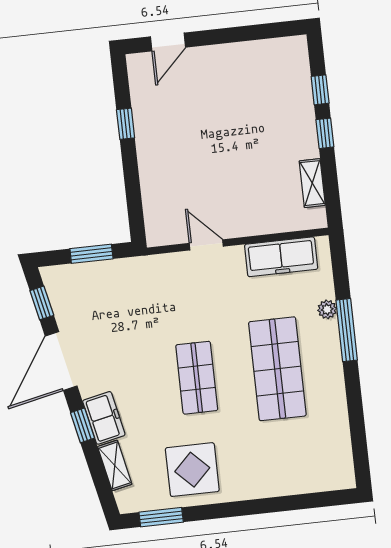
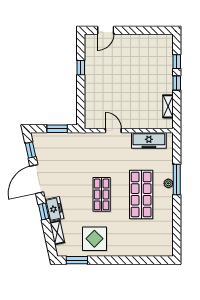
plant: (327, 309) -> (168, 183), moved

